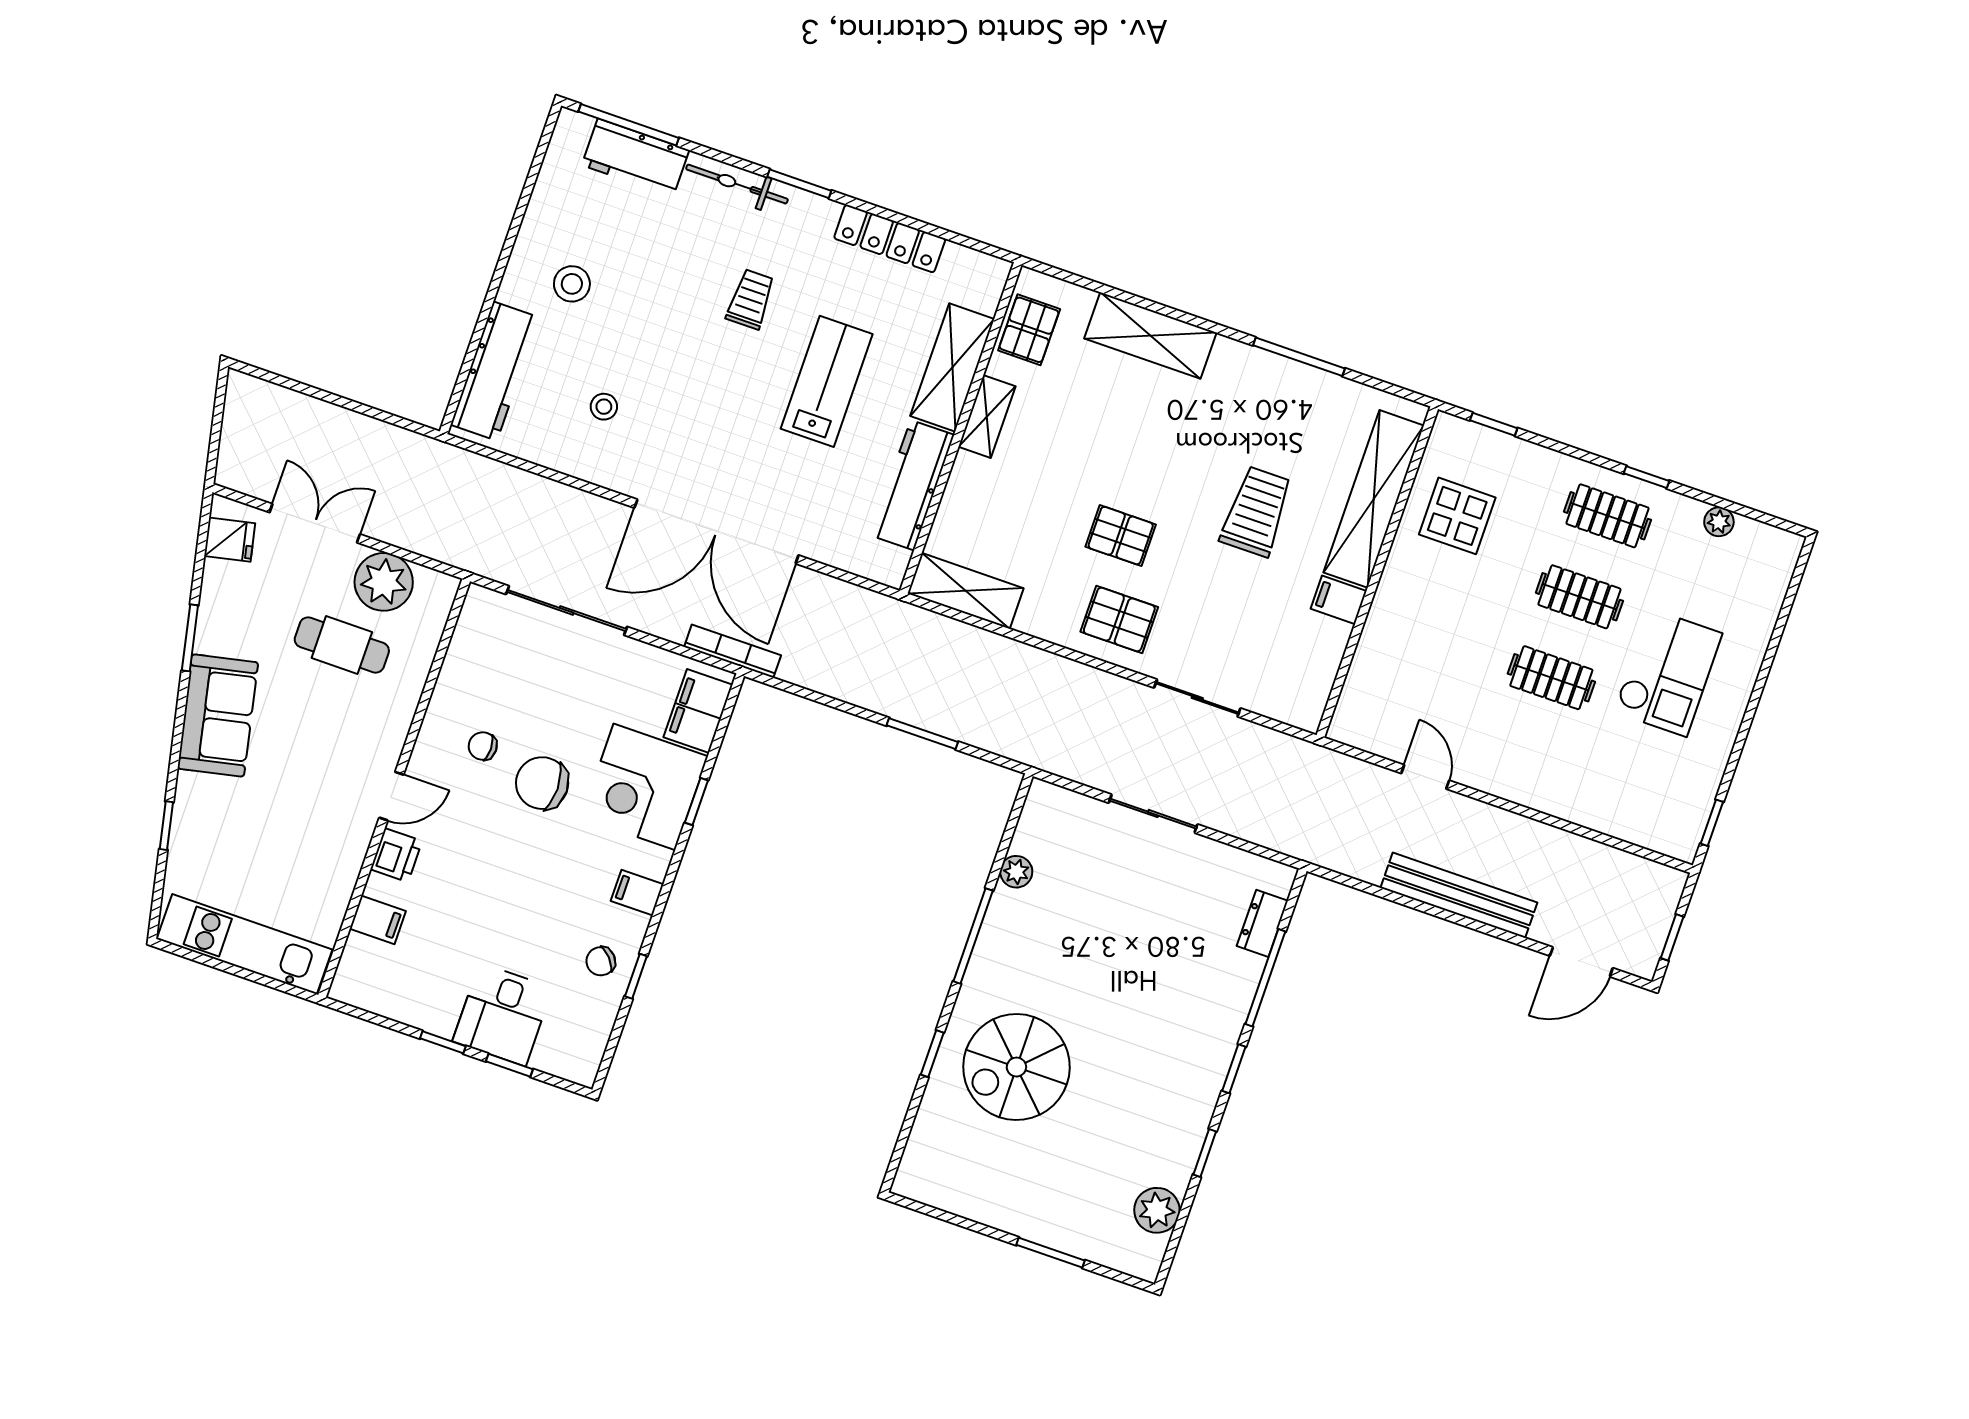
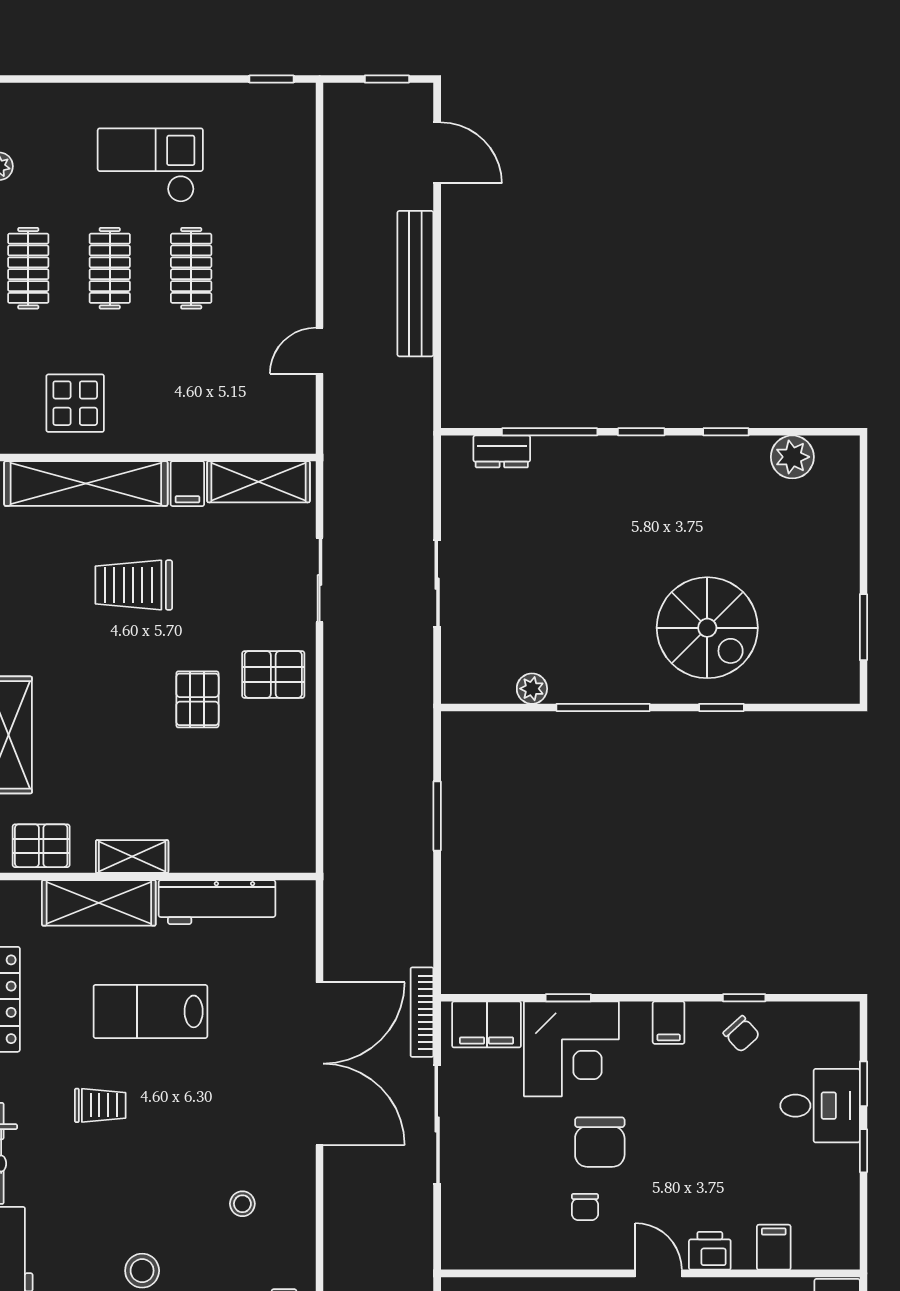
trolley: (751, 299) -> (100, 1105), turned 180
shelving: (966, 591) -> (258, 482), moved, turned 90
sliding door: (567, 610) -> (437, 1125), moved
pallet: (1119, 619) -> (273, 675), turned 90
window: (1051, 1253) -> (863, 627), moved

